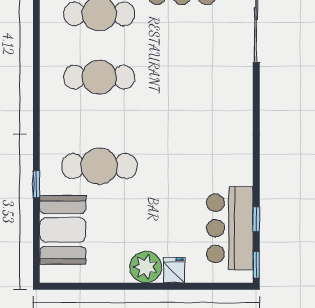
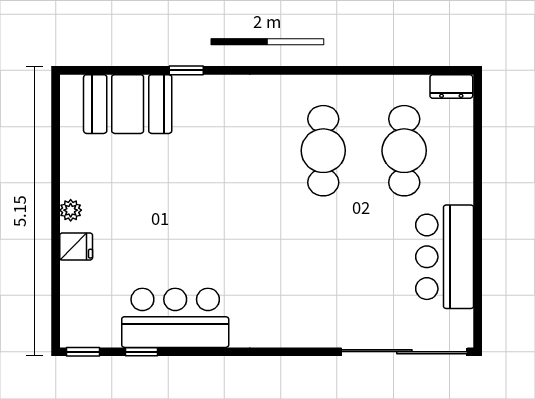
cafe table: (99, 166) -> (209, 151), removed
bar counter: (230, 228) -> (175, 318), moved
plant: (146, 267) -> (71, 210), width x0.53, depth x0.53

